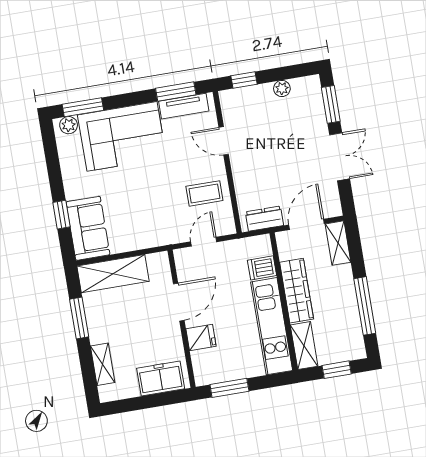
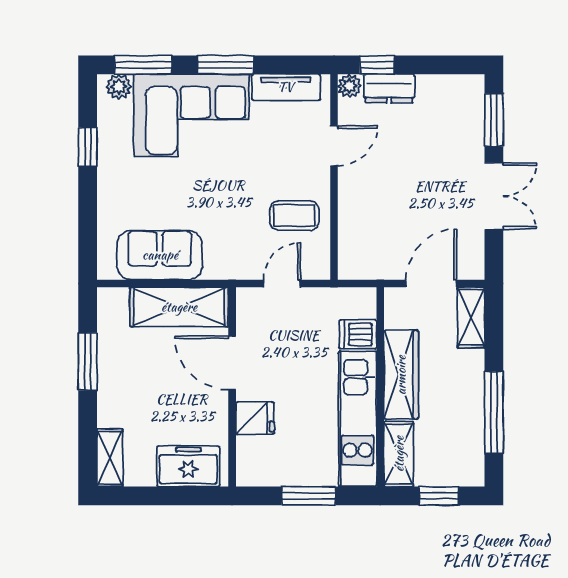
plant: (282, 88) -> (349, 86), moved
window: (176, 92) -> (225, 65), moved
door: (224, 141) -> (334, 146), swing flipped
window: (62, 215) -> (88, 147), moved
dresser: (264, 219) -> (389, 89), moved, turned 180
sofa: (88, 228) -> (160, 255), moved, turned -90
shelving: (113, 274) -> (179, 307), moved
door: (179, 302) -> (232, 363), swing flipped
shelving: (103, 364) -> (110, 458), moved
window: (229, 388) -> (309, 496), moved

